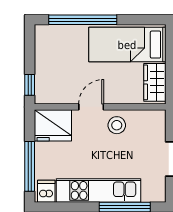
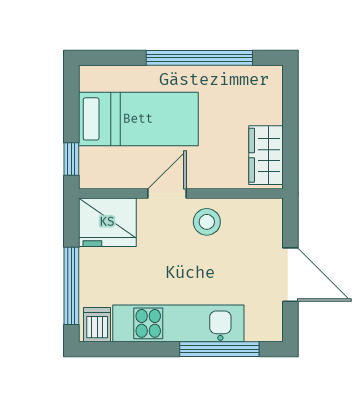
window: (83, 20) -> (199, 58), moved
bed: (127, 45) -> (138, 119), moved, turned 180

